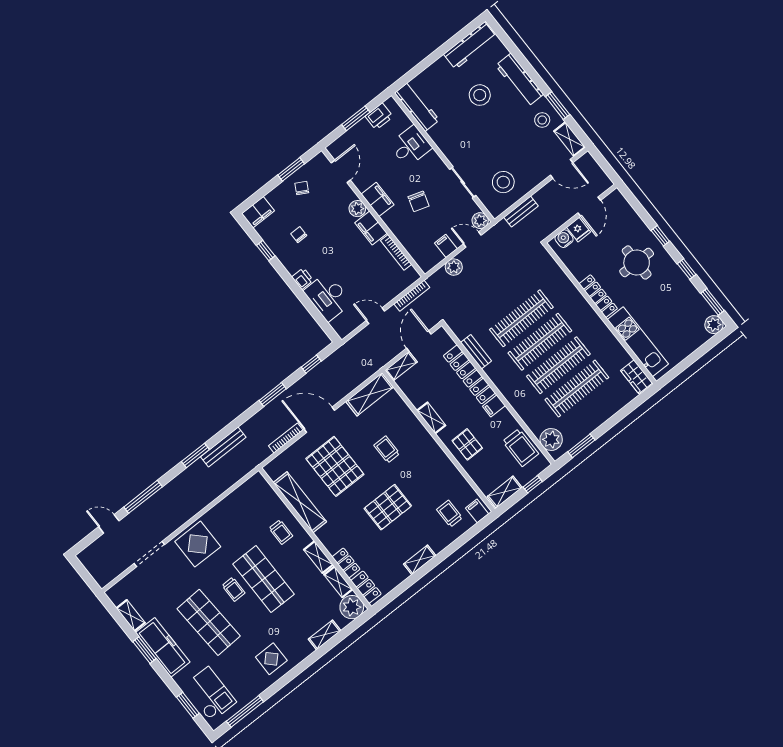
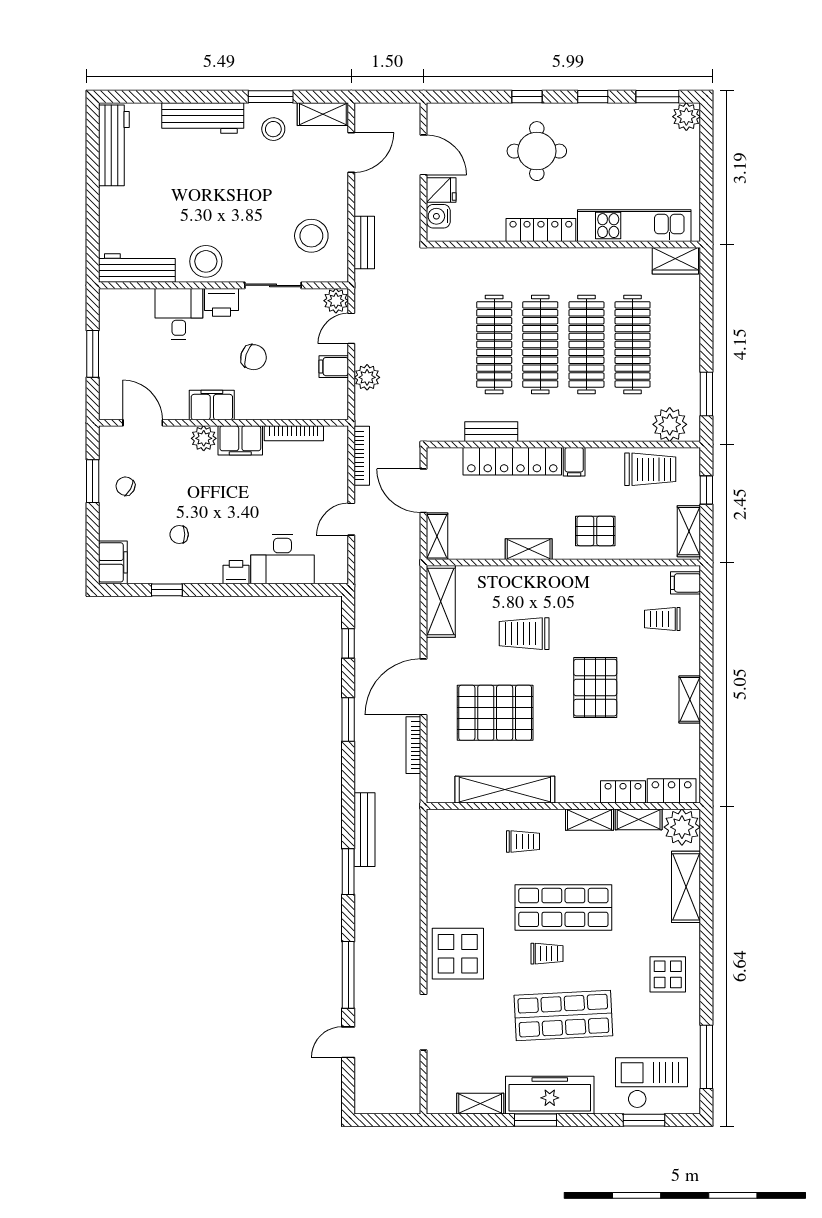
stool: (480, 95) -> (206, 261), moved
printer: (379, 117) -> (221, 302), moved, turned 90
trolley: (387, 449) -> (524, 634), width x1.36, depth x1.39
shelving: (324, 635) -> (686, 887), width x1.50, depth x1.33

